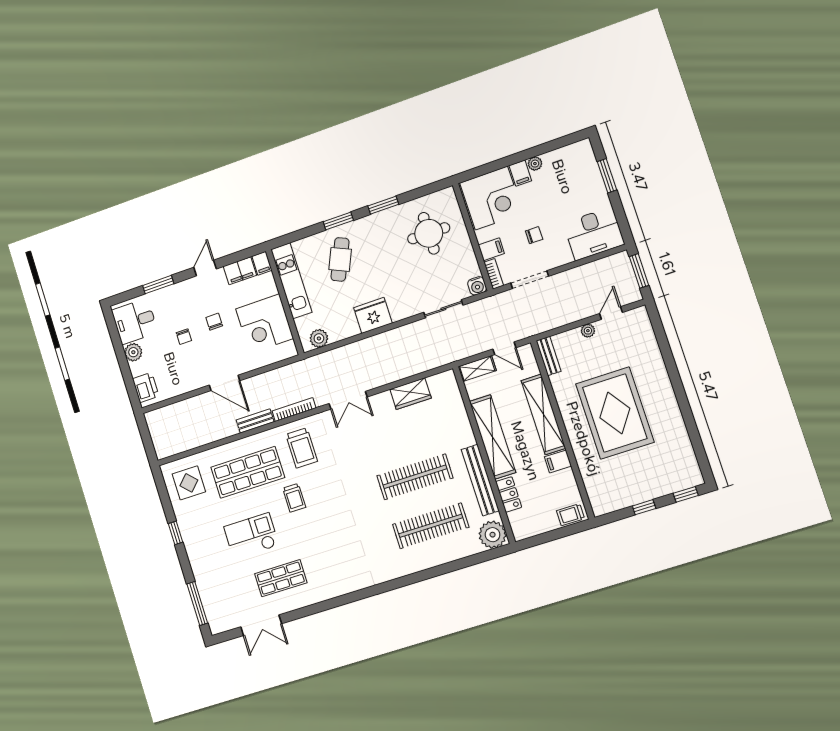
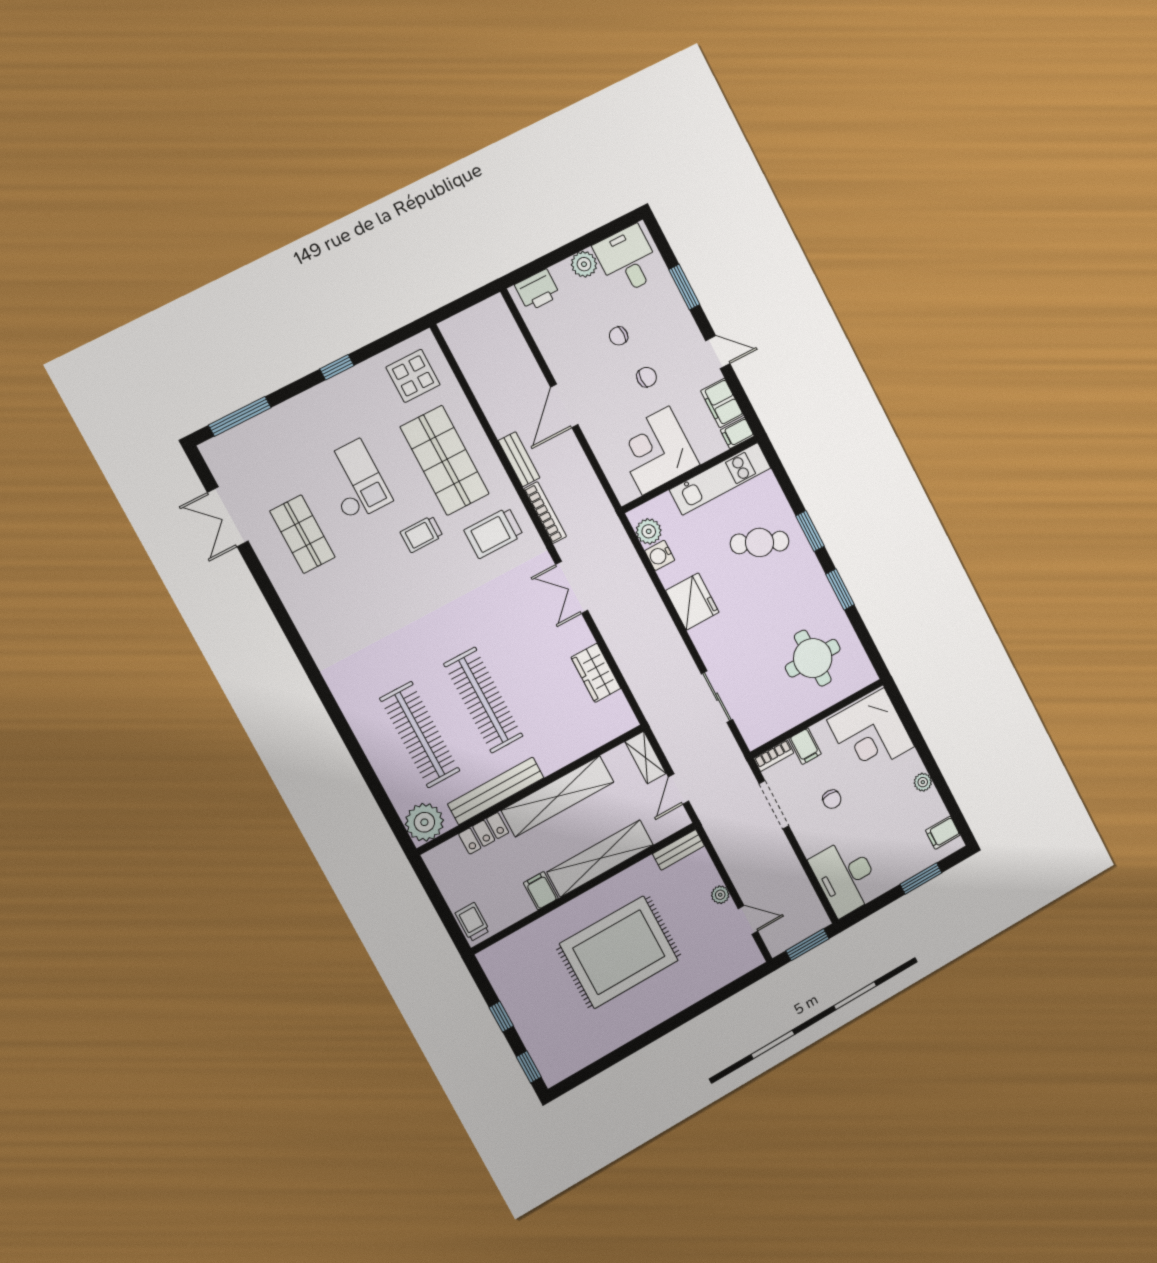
filing cabinet: (520, 173) -> (943, 833), moved
water cooler: (477, 286) -> (660, 555), moved

